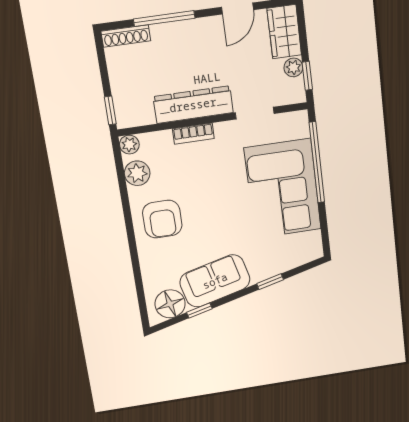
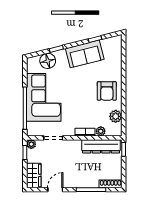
plant: (293, 67) -> (31, 144), moved
dresser: (193, 105) -> (101, 146), moved
plant: (129, 145) -> (101, 131), moved
armchair: (162, 219) -> (107, 91), turned 180
floor lamp: (170, 304) -> (48, 61), moved

